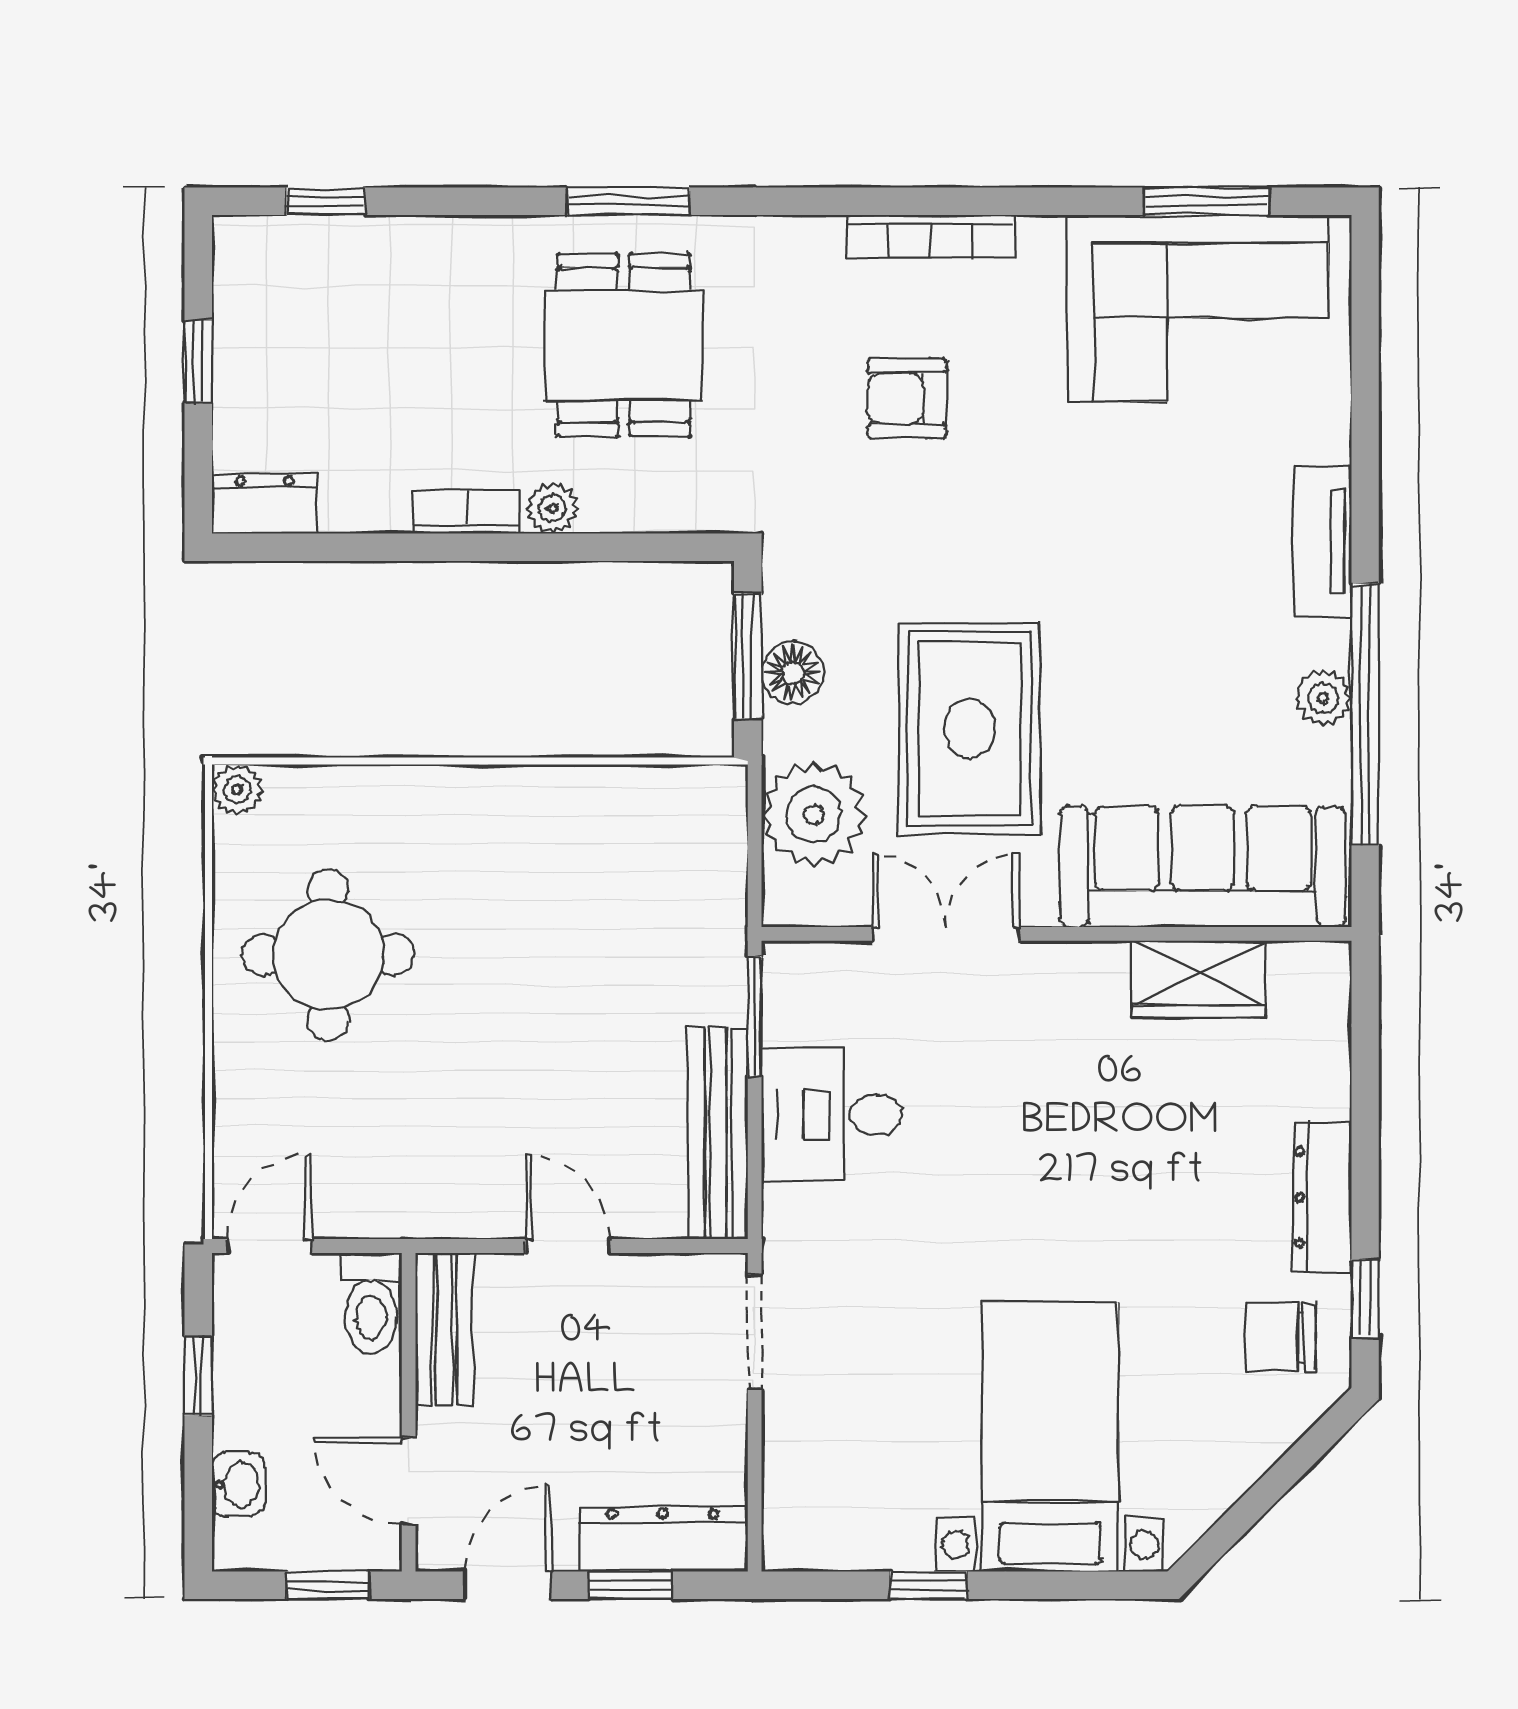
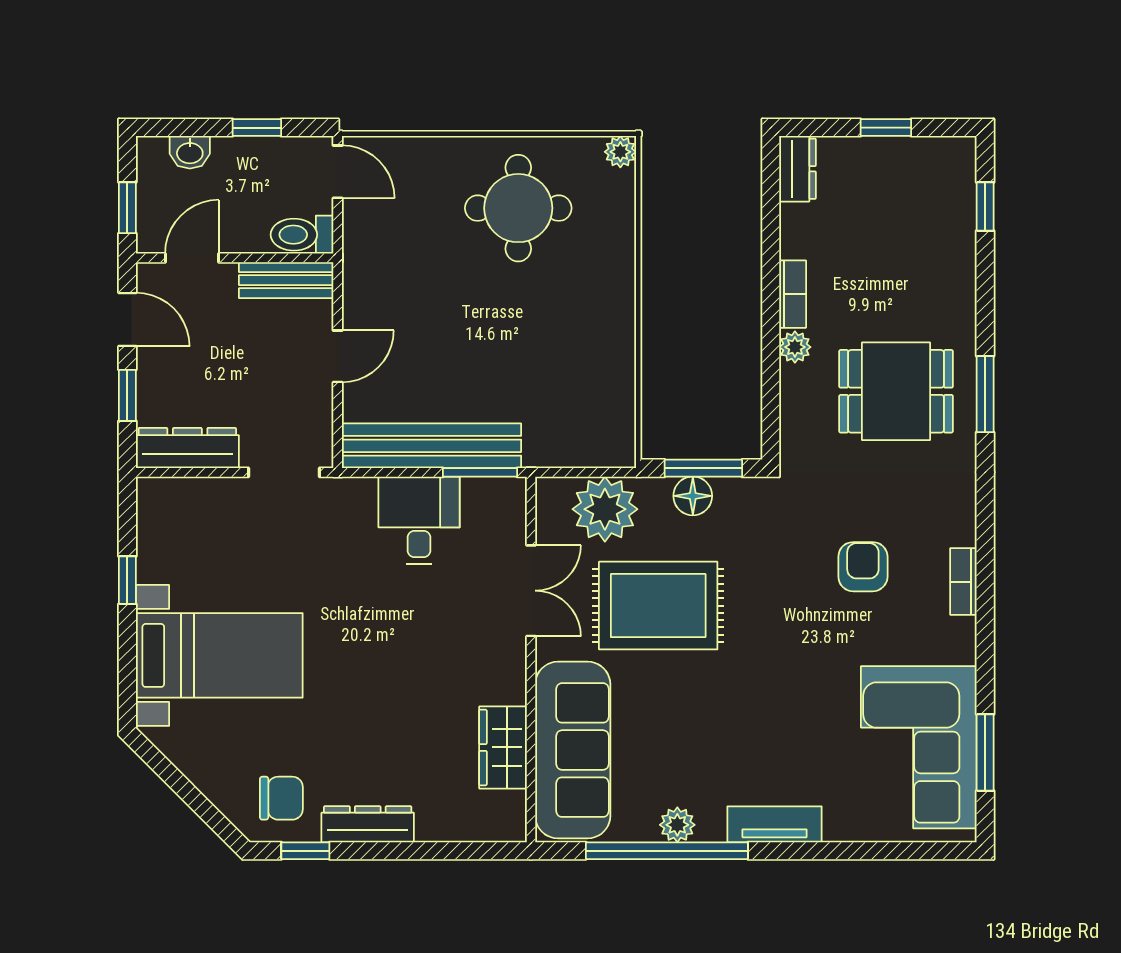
bookcase: (931, 236) -> (963, 582), width x0.64
bench: (718, 1133) -> (432, 446), width x1.37, depth x1.21
chair: (1280, 1337) -> (281, 798), turned 90
dresser: (663, 1539) -> (187, 448), moved, turned -90

